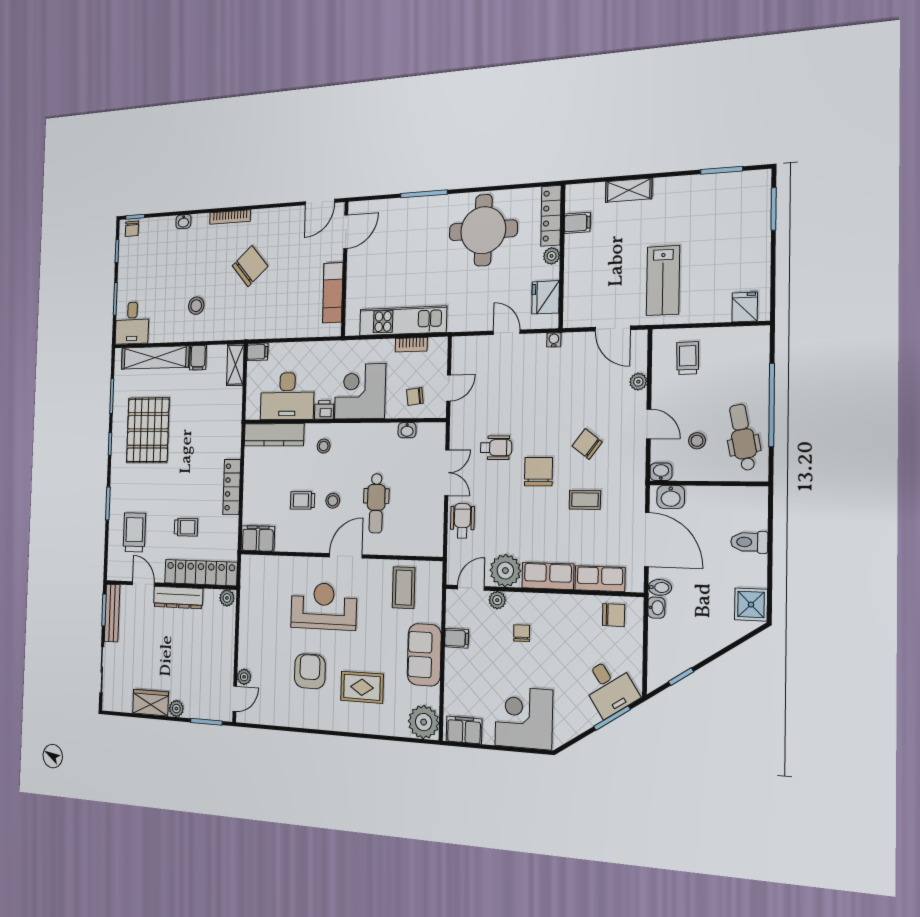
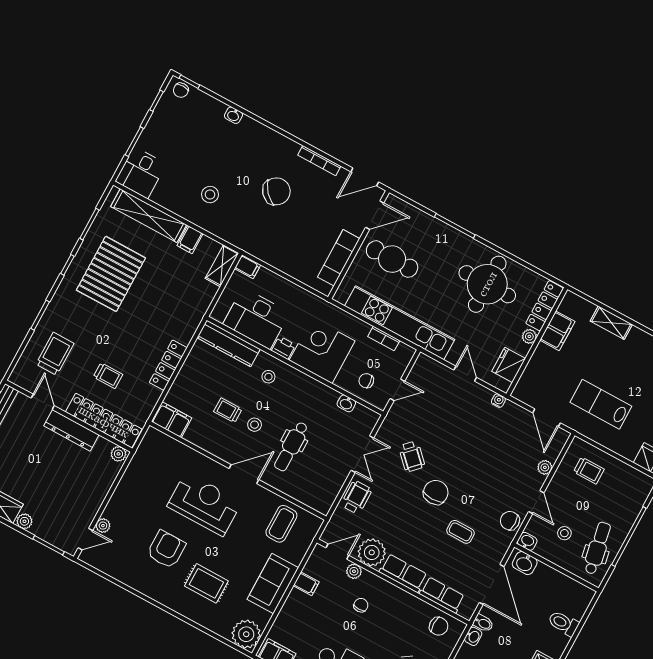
bookcase: (230, 217) -> (319, 161), moved
filing cabinet: (577, 223) -> (557, 331), width x2.00
cafe table: (381, 263) -> (392, 259), added
lab bench: (663, 281) -> (601, 404), turned 90
kitchen unit: (403, 321) -> (400, 323), width x1.36
trolley: (688, 358) -> (589, 471), turned 91
chair: (587, 444) -> (510, 521), moved, turned -37
wheelchair: (496, 448) -> (412, 456), turned 45

